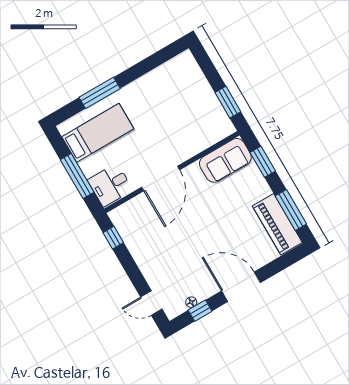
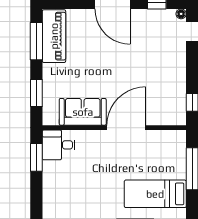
sofa: (225, 160) -> (83, 112), moved
desk: (110, 185) -> (59, 145), moved, turned 180
floor lamp: (191, 302) -> (181, 14), moved

